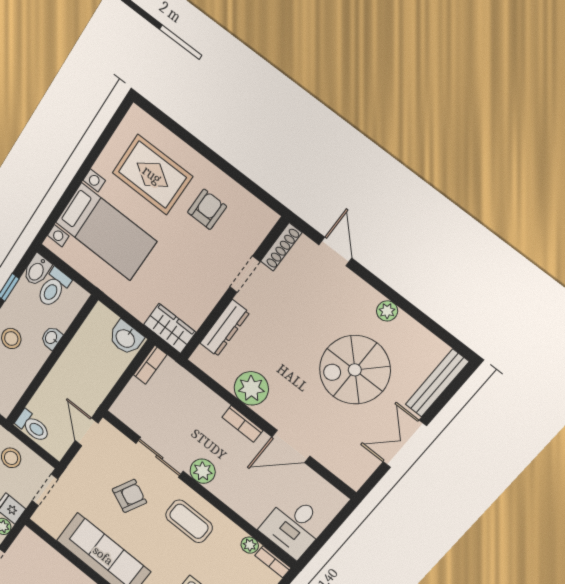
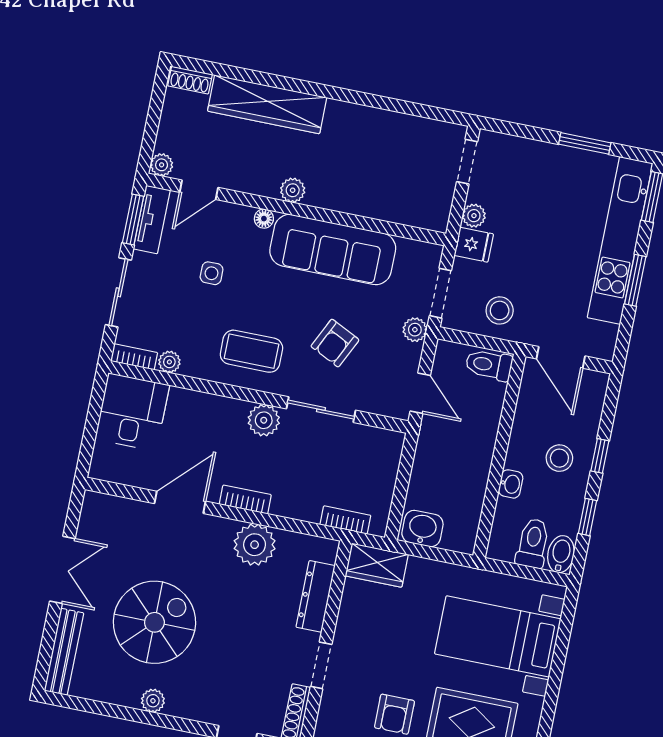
bookcase: (150, 365) -> (345, 520), moved, turned 90
plant: (72, 476) -> (415, 330), added

